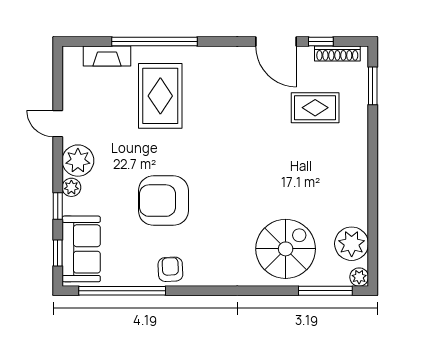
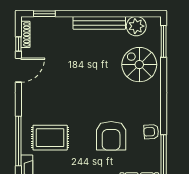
rug: (315, 108) -> (57, 47), removed
bench: (357, 180) -> (99, 23), added
plant: (359, 277) -> (156, 22), removed

